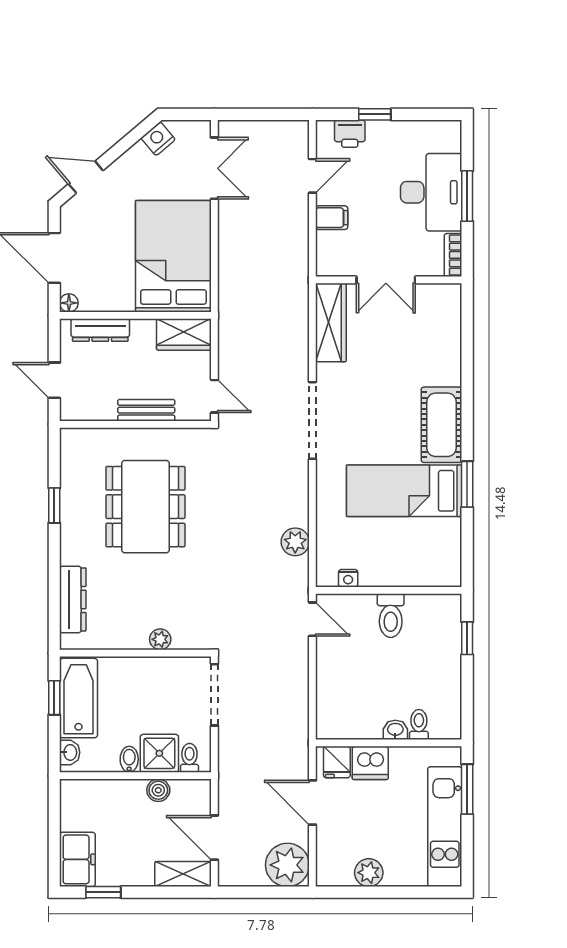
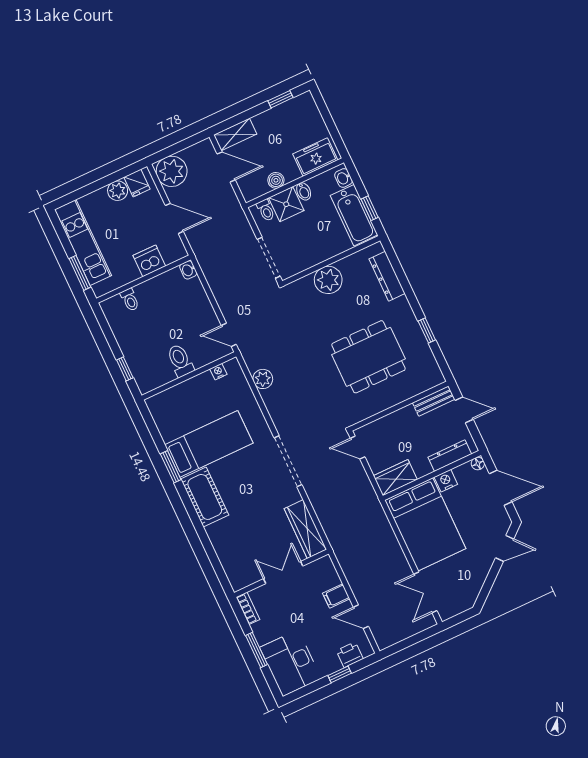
nightstand: (158, 139) -> (446, 481), moved, turned -140
door: (312, 176) -> (361, 617), hinge flipped
desk: (431, 192) -> (291, 663), moved
bench: (146, 410) -> (434, 401), moved
dining table: (145, 507) -> (368, 357), turned 90
plant: (160, 639) -> (328, 280), width x1.88, depth x1.88
washbasin: (395, 730) -> (188, 270), moved, turned 90
fridge: (337, 762) -> (137, 183), moved, turned 180
freezer: (77, 859) -> (315, 157), moved, turned 90

